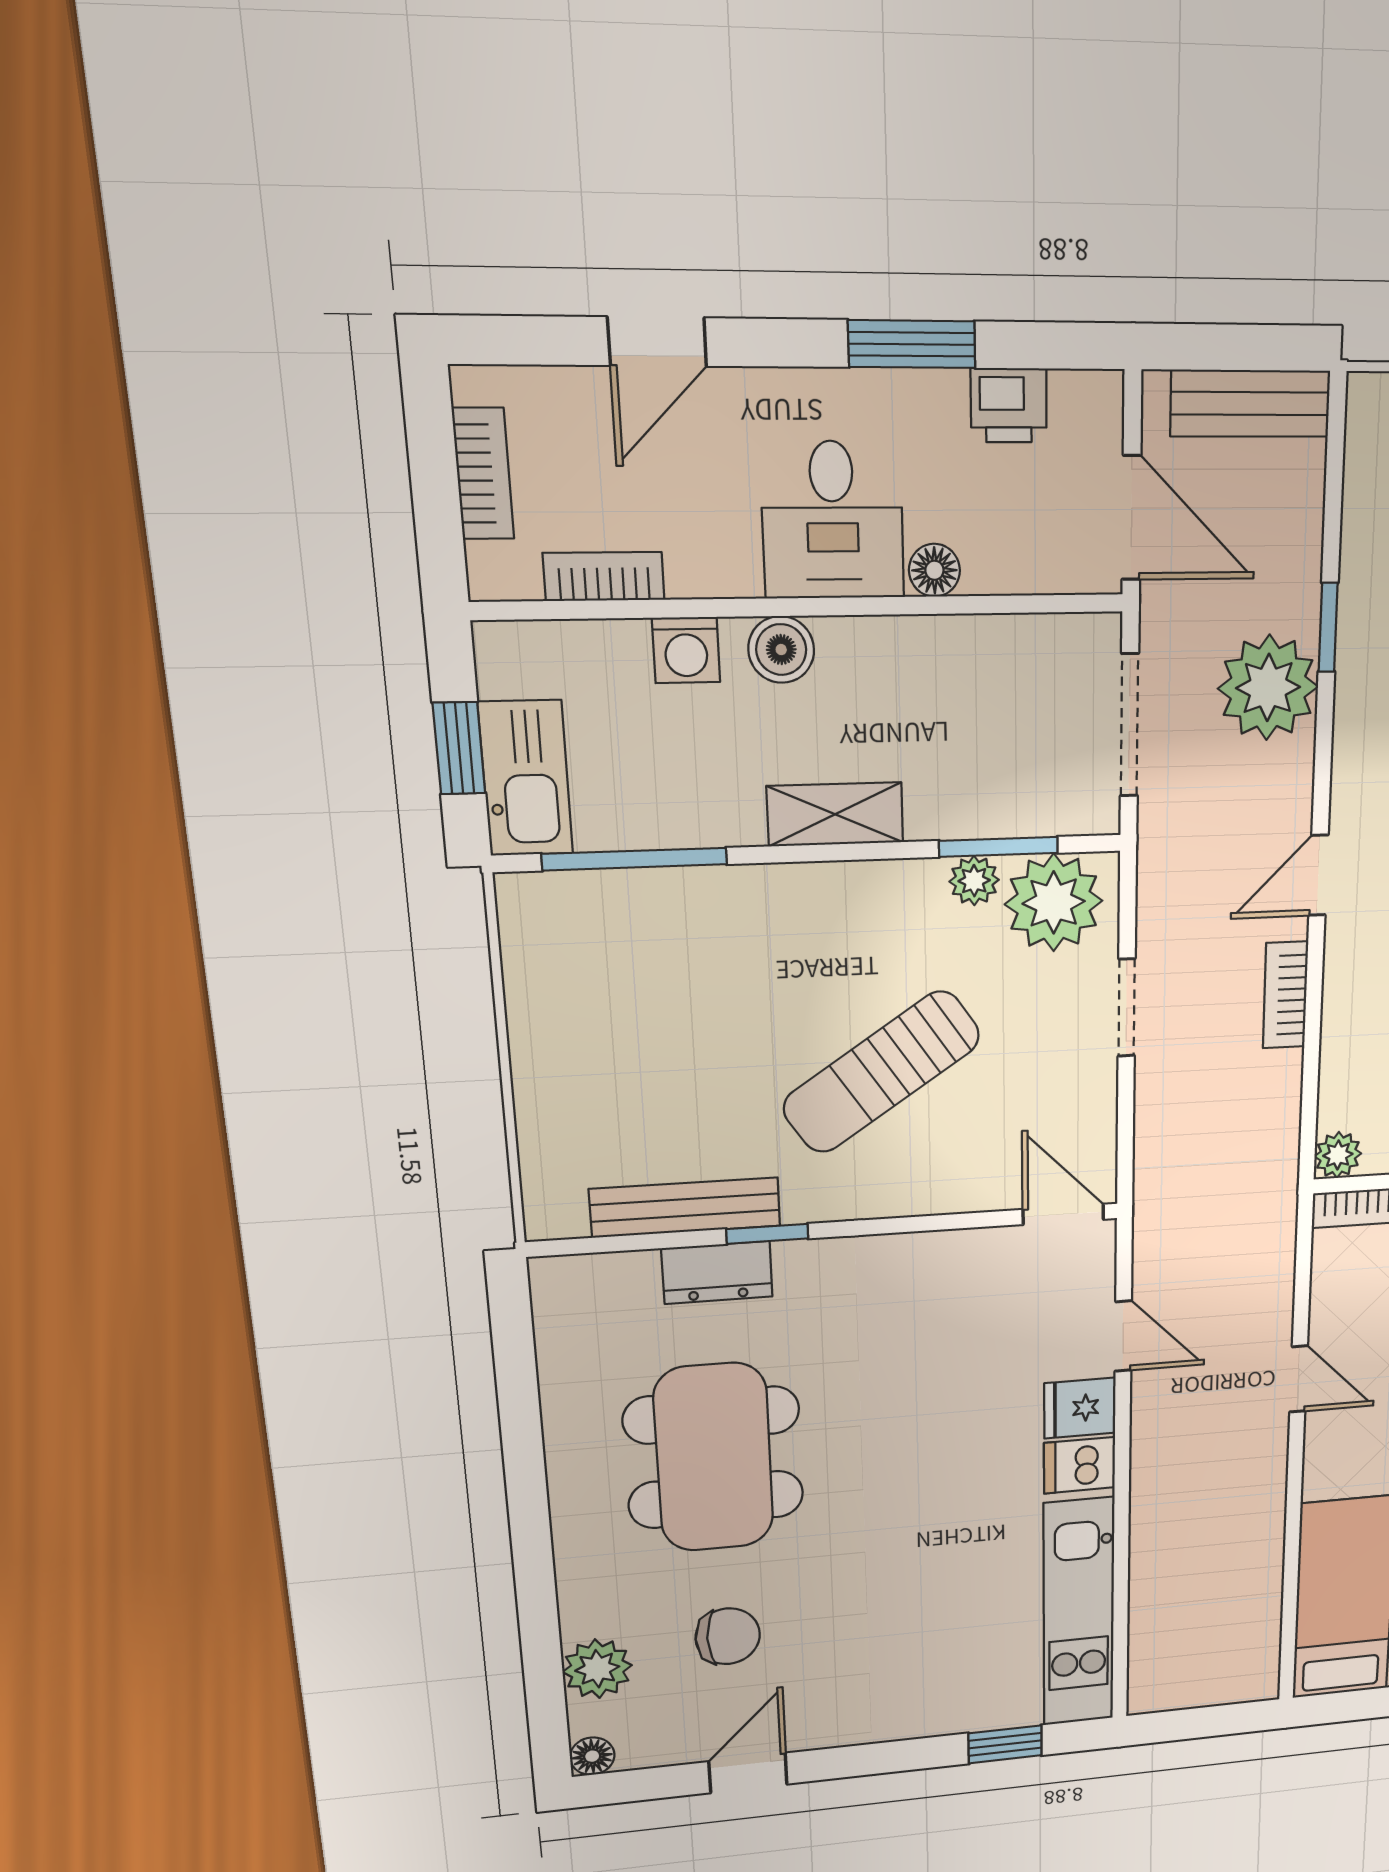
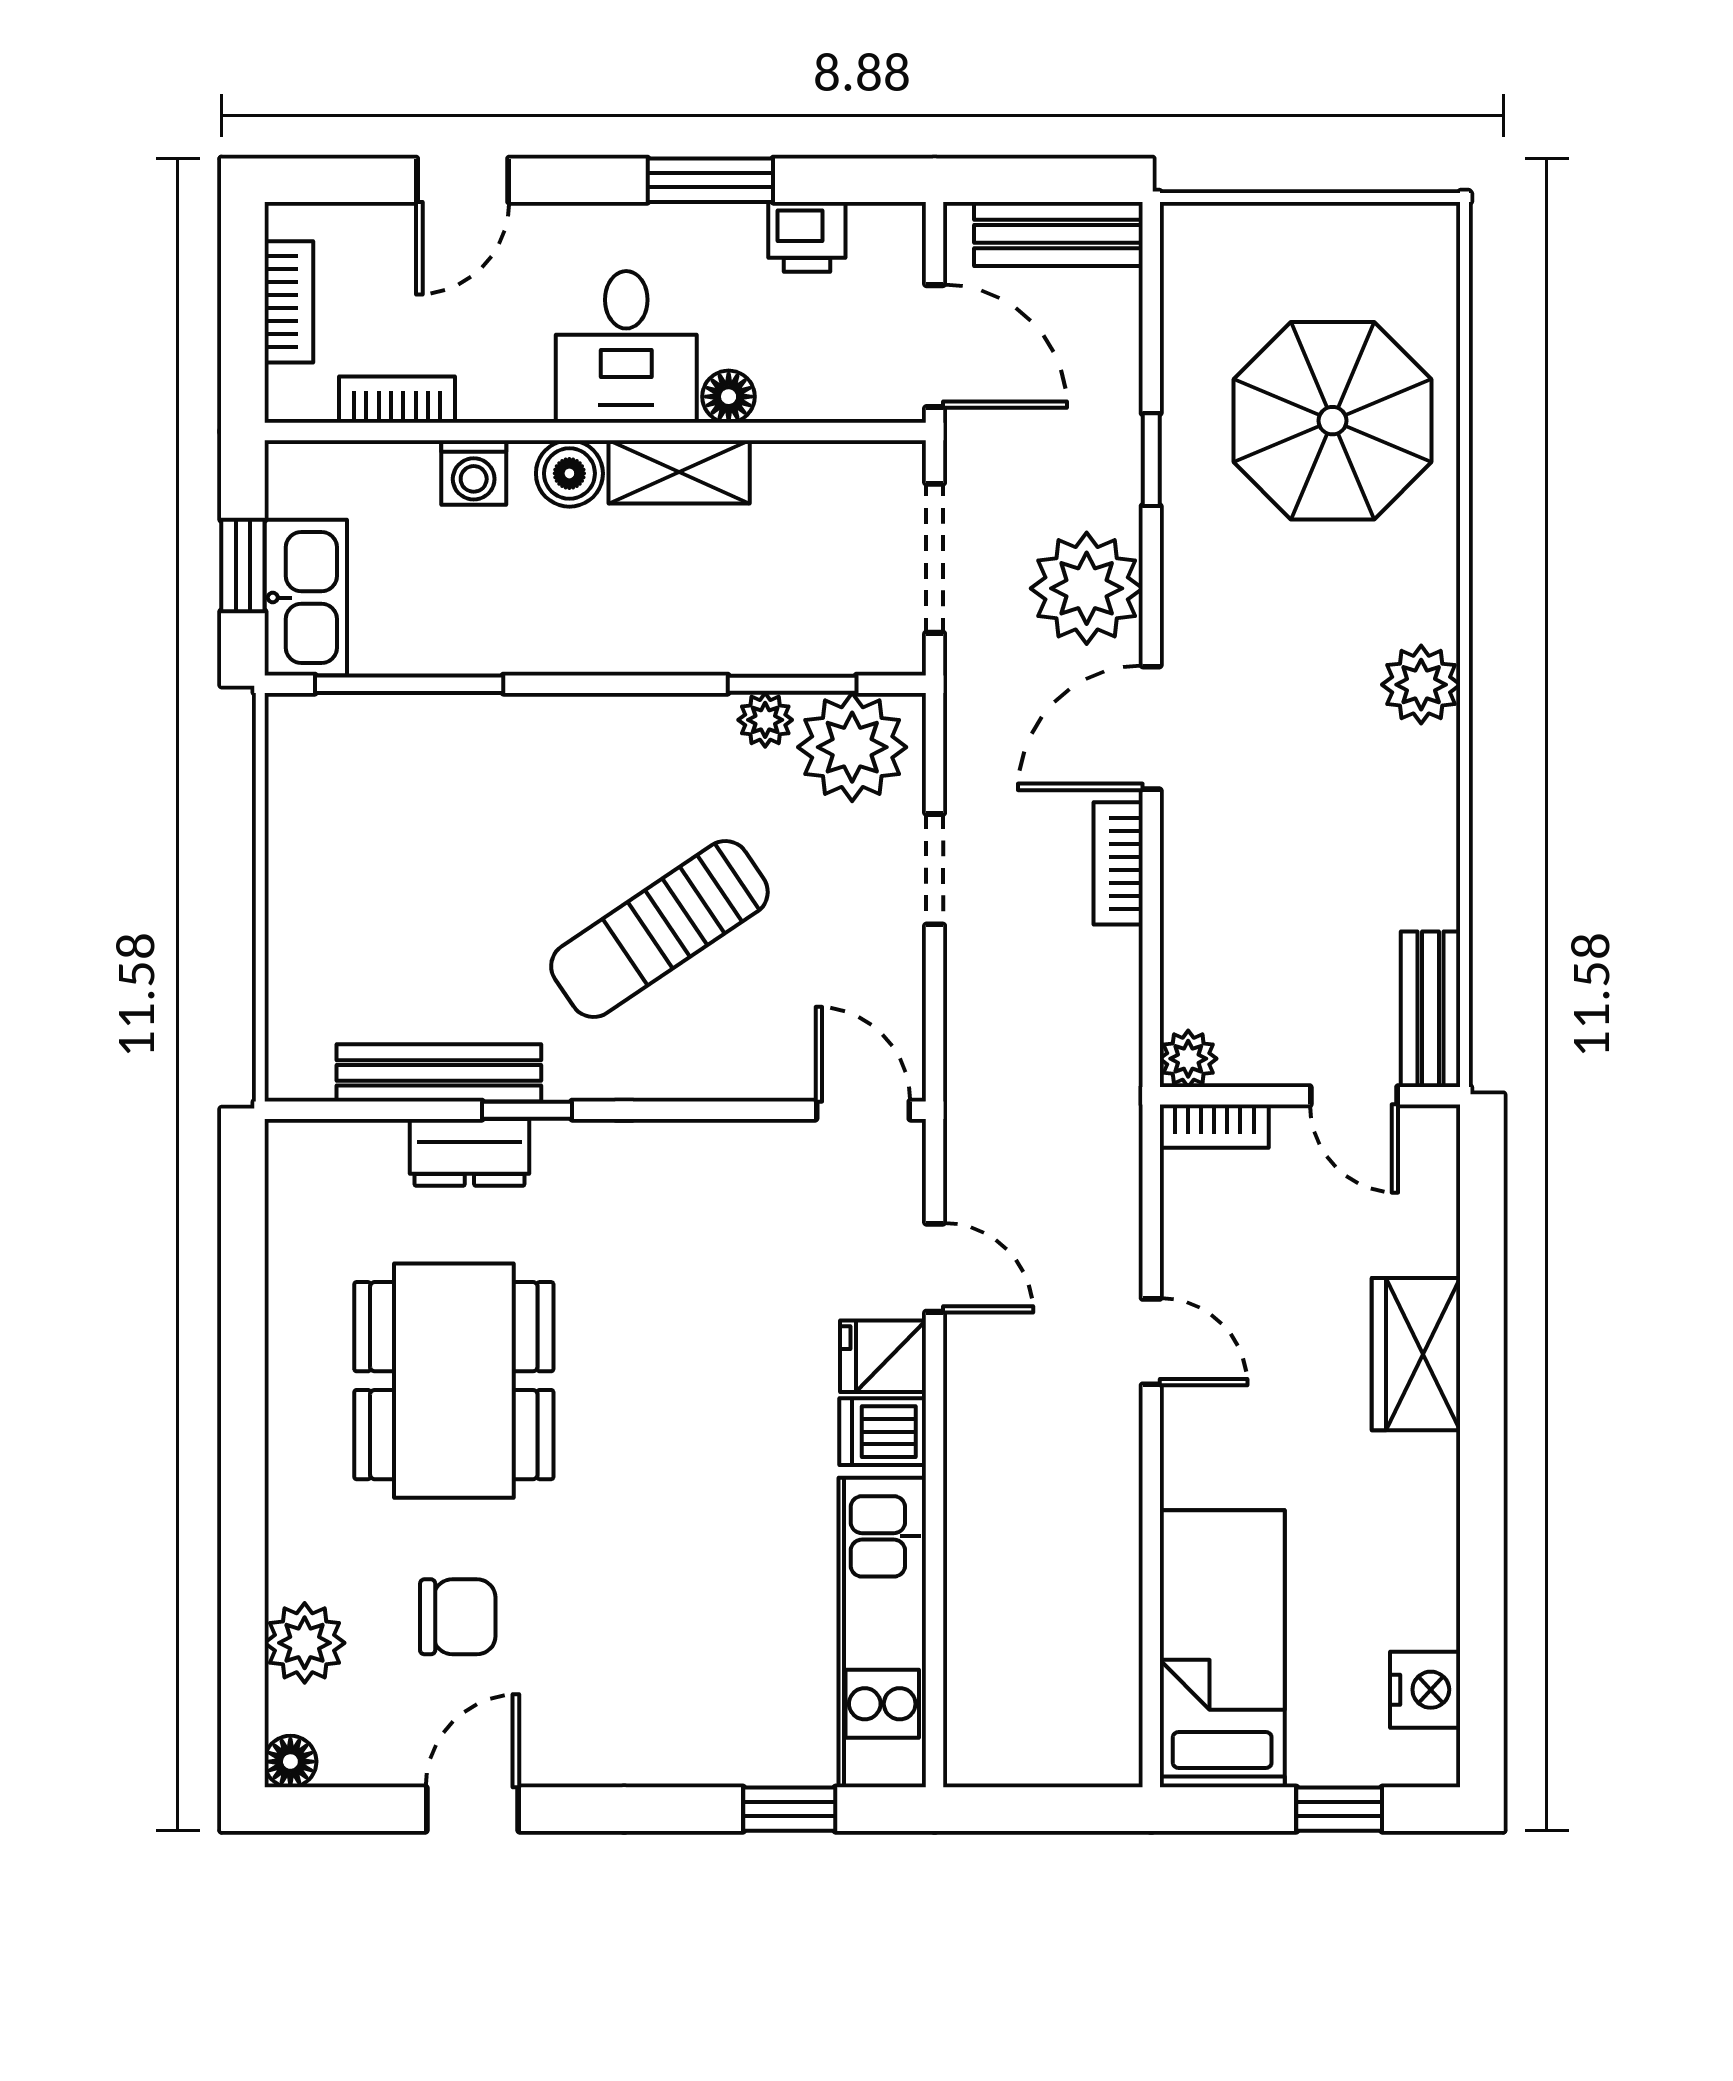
plant: (1268, 688) -> (1087, 588), moved
shelving: (835, 814) -> (679, 472), moved
door: (1318, 875) -> (1151, 728), width x1.38

